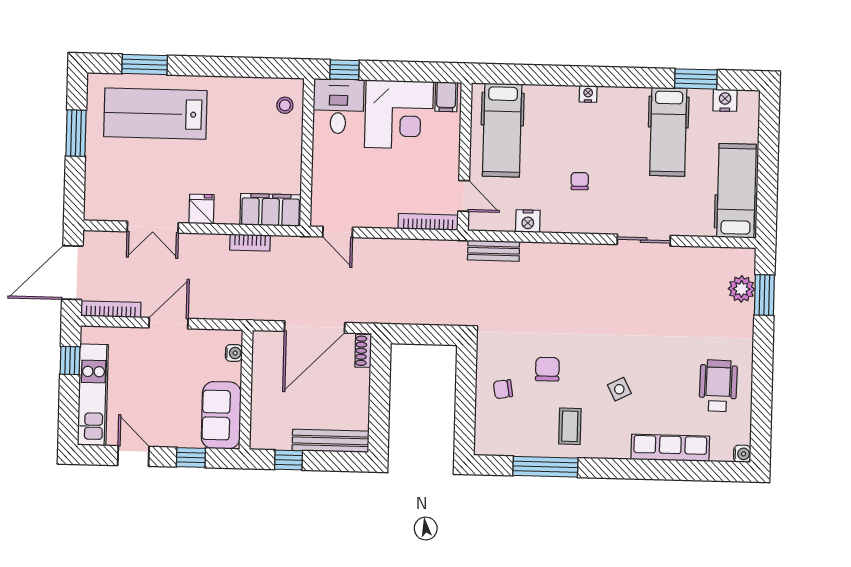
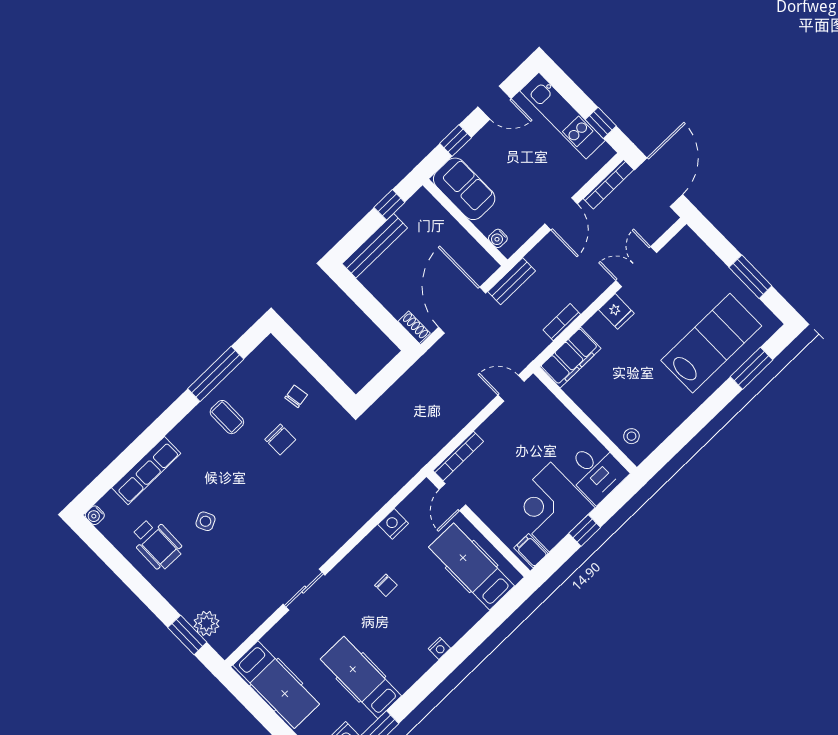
window: (344, 70) -> (585, 530), moved
door: (464, 196) -> (452, 497), hinge flipped
bench: (494, 251) -> (512, 281), moved
side table: (619, 389) -> (205, 521), moved

